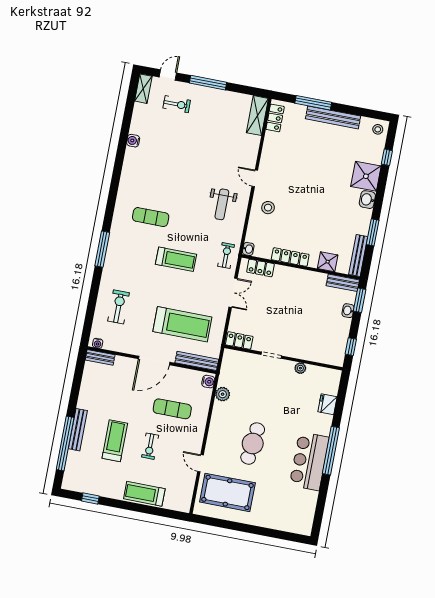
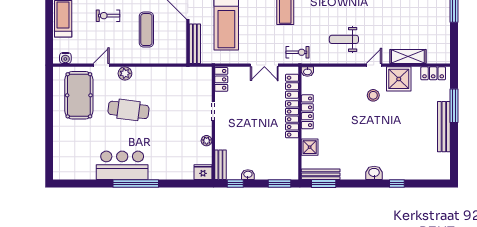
shelving: (257, 116) -> (408, 57), moved
stool: (378, 129) -> (441, 170), removed
window: (387, 157) -> (397, 183), moved
shower: (366, 176) -> (399, 79), moved
stool: (268, 208) -> (373, 95), moved
window: (373, 232) -> (324, 183), moved
locker: (295, 274) -> (292, 119), added
bench: (343, 283) -> (220, 165), moved
washbasin: (348, 311) -> (248, 175), moved
water cooler: (208, 382) -> (65, 58), moved
plant: (223, 394) -> (125, 73), moved
fridge: (327, 404) -> (203, 172), moved

